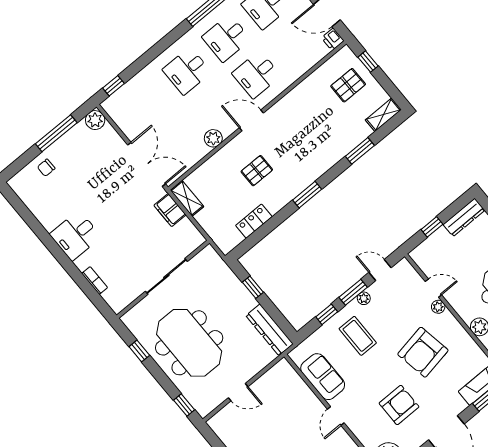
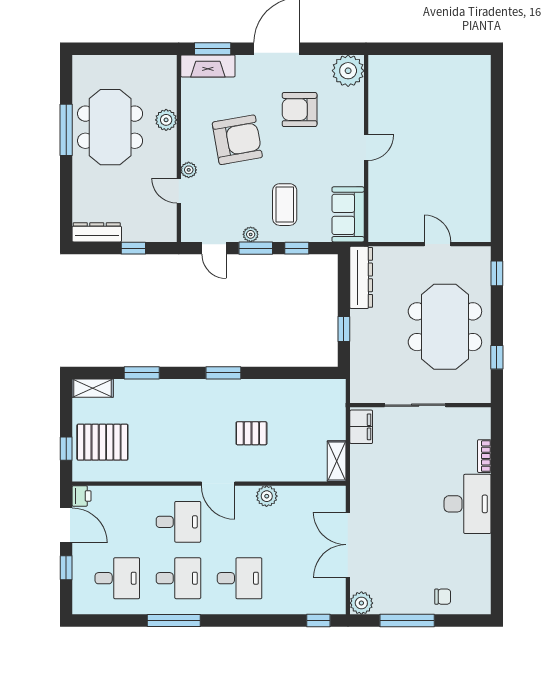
pallet: (348, 85) -> (102, 442), width x1.50, depth x1.42
double door: (147, 164) -> (348, 545), moved
filing cabinet: (170, 210) -> (361, 427), moved
locker: (254, 221) -> (293, 389), removed
desk: (75, 236) -> (468, 504), width x1.37
sofa: (323, 377) -> (348, 214), moved

